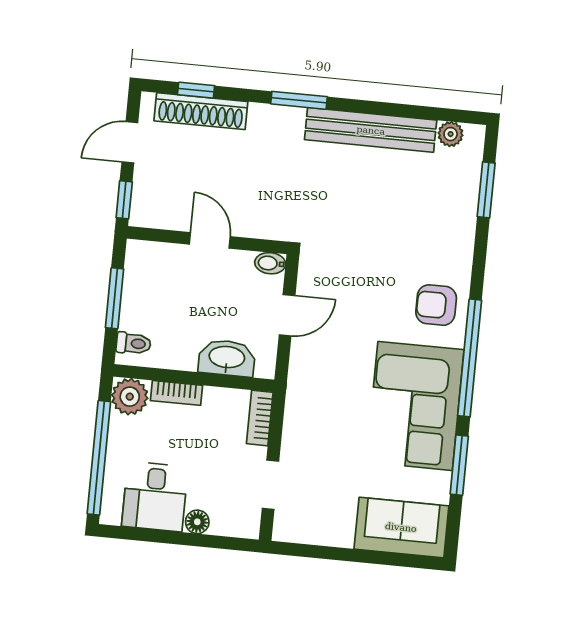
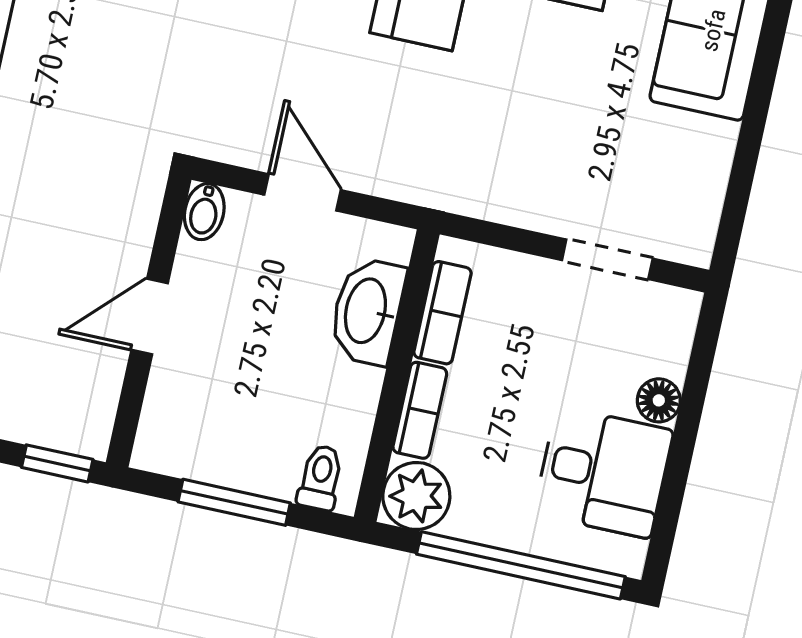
bookcase: (260, 418) -> (442, 313), moved, turned -90

